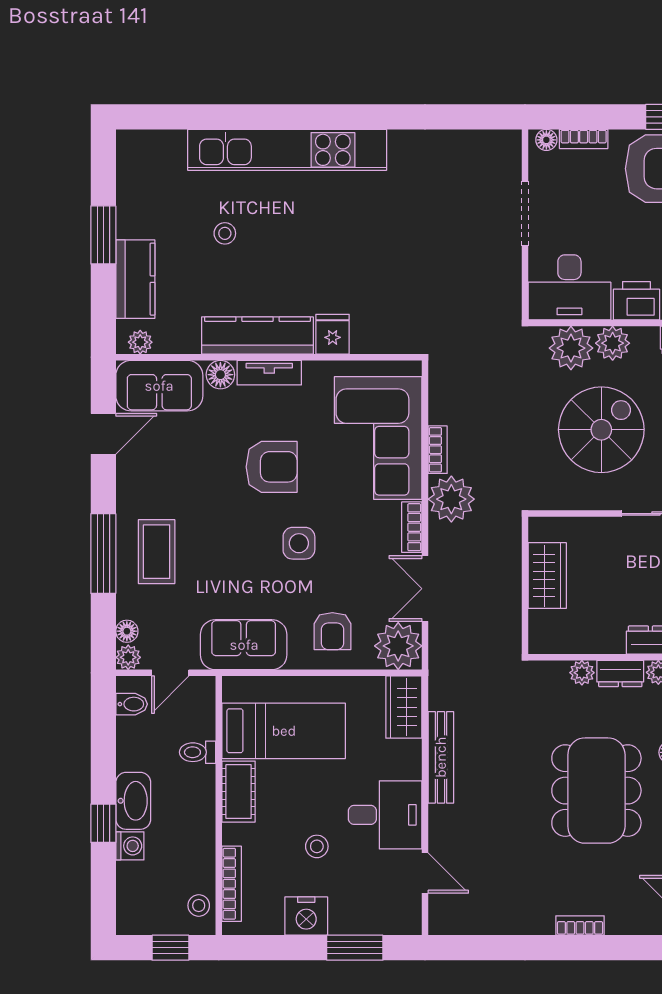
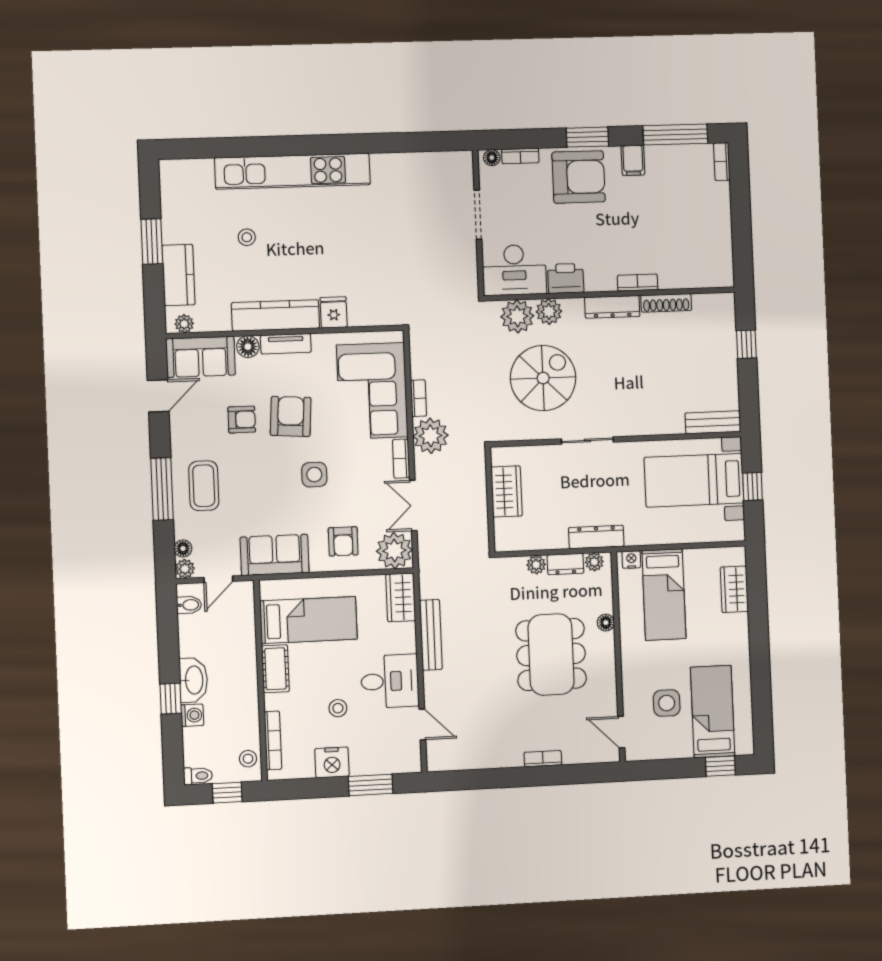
armchair: (272, 467) -> (291, 416), turned -86
armchair: (209, 468) -> (242, 420), added
toilet: (198, 752) -> (198, 776), moved, turned 180

